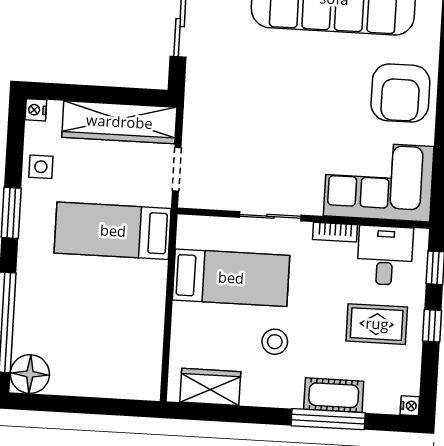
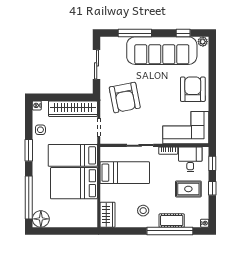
armchair: (400, 93) -> (193, 89), turned 180
armchair: (241, 103) -> (125, 97), added
bed: (112, 295) -> (74, 183), added
stool: (275, 342) -> (143, 211), moved
wardrobe: (210, 387) -> (107, 215), moved, turned 90
window: (328, 419) -> (170, 231), width x1.46

